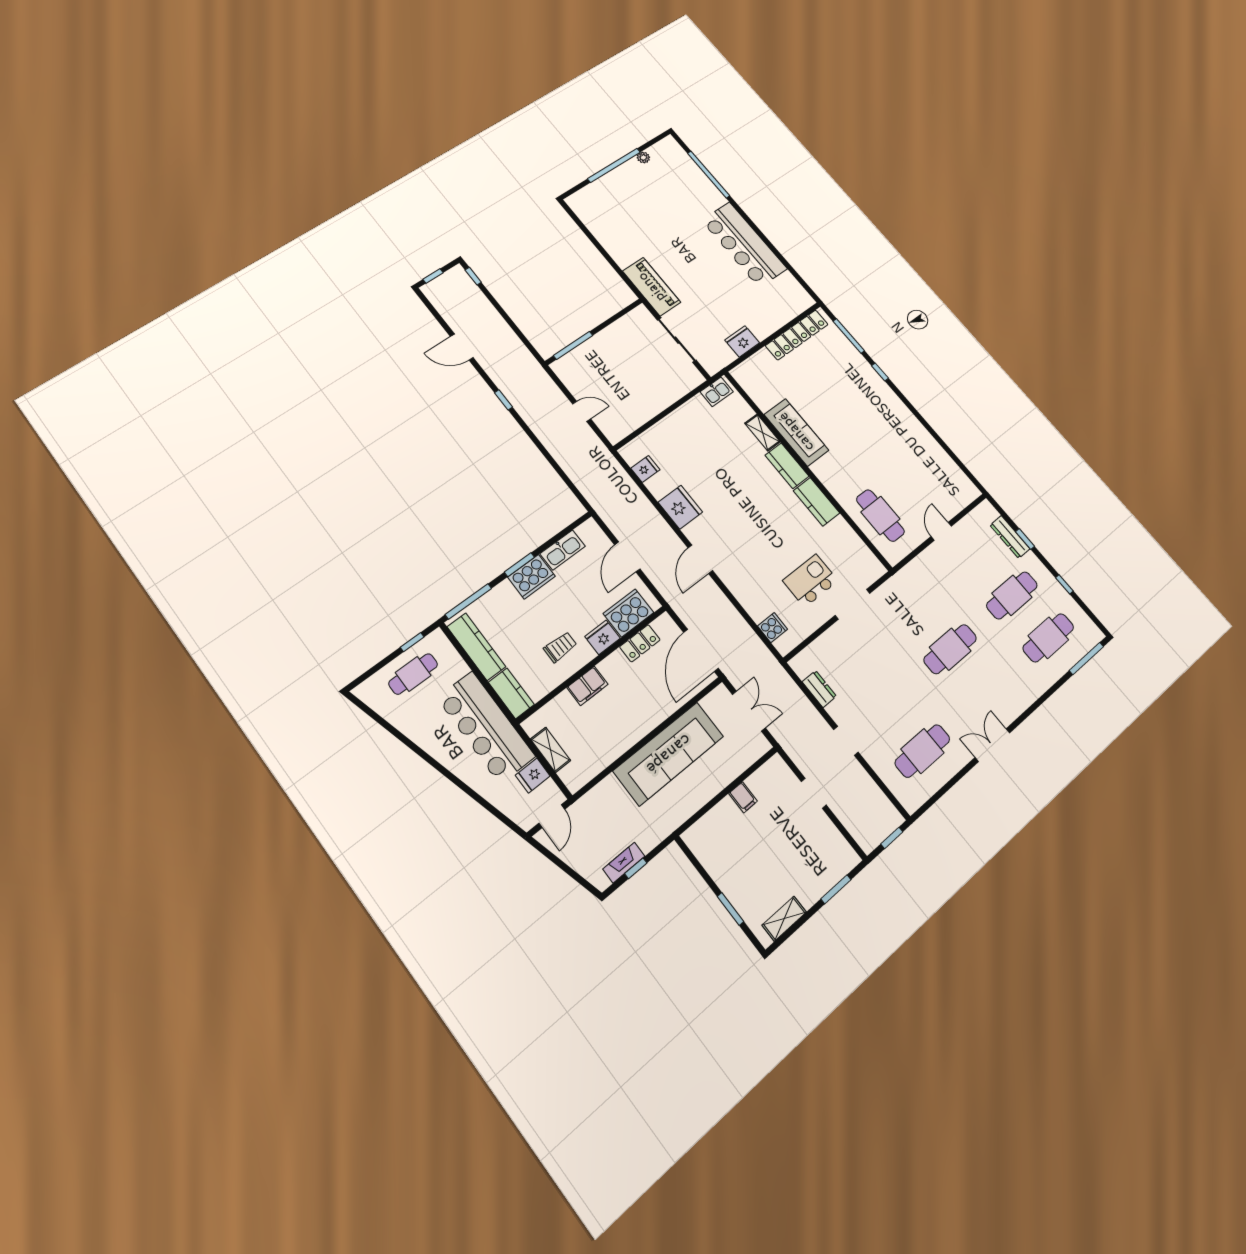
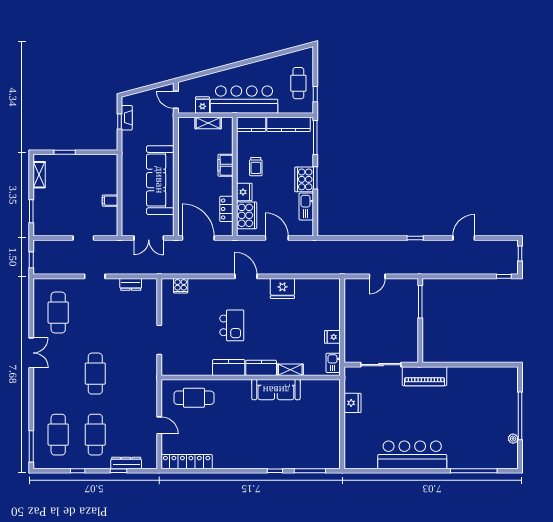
locker: (797, 335) -> (187, 462), moved, turned 90
fridge: (645, 469) -> (332, 337), moved, turned 90
kitchen island: (810, 581) -> (232, 325), moved

